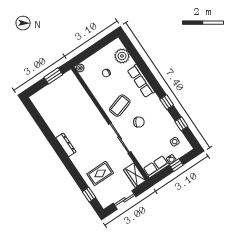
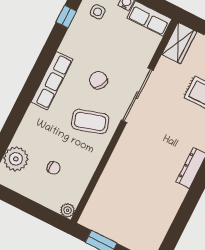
row of seats: (141, 81) -> (52, 81), moved
window: (167, 102) -> (47, 56), removed

